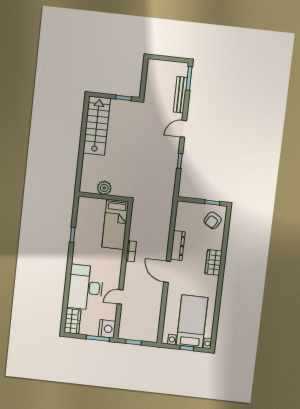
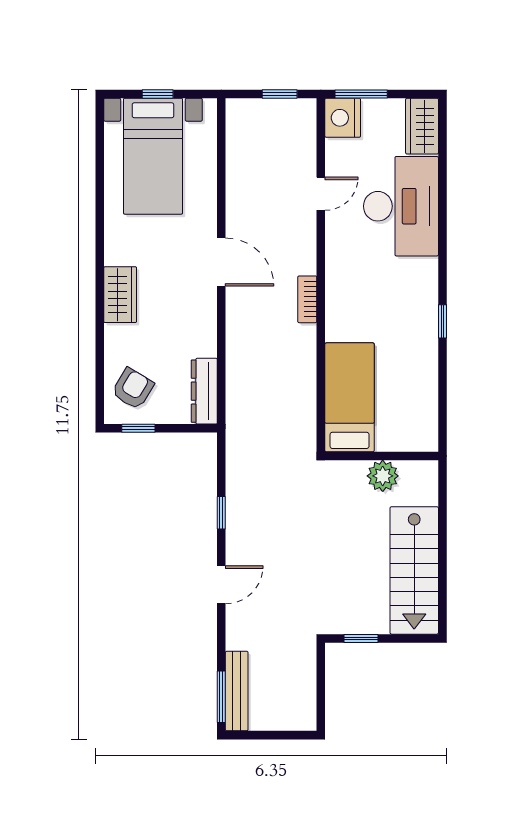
bench: (180, 95) -> (237, 691), moved
plant: (104, 188) -> (383, 476), moved
wall: (104, 197) -> (382, 456), moved
bed: (115, 224) -> (350, 397), moved
dresser: (178, 246) -> (204, 391), moved

